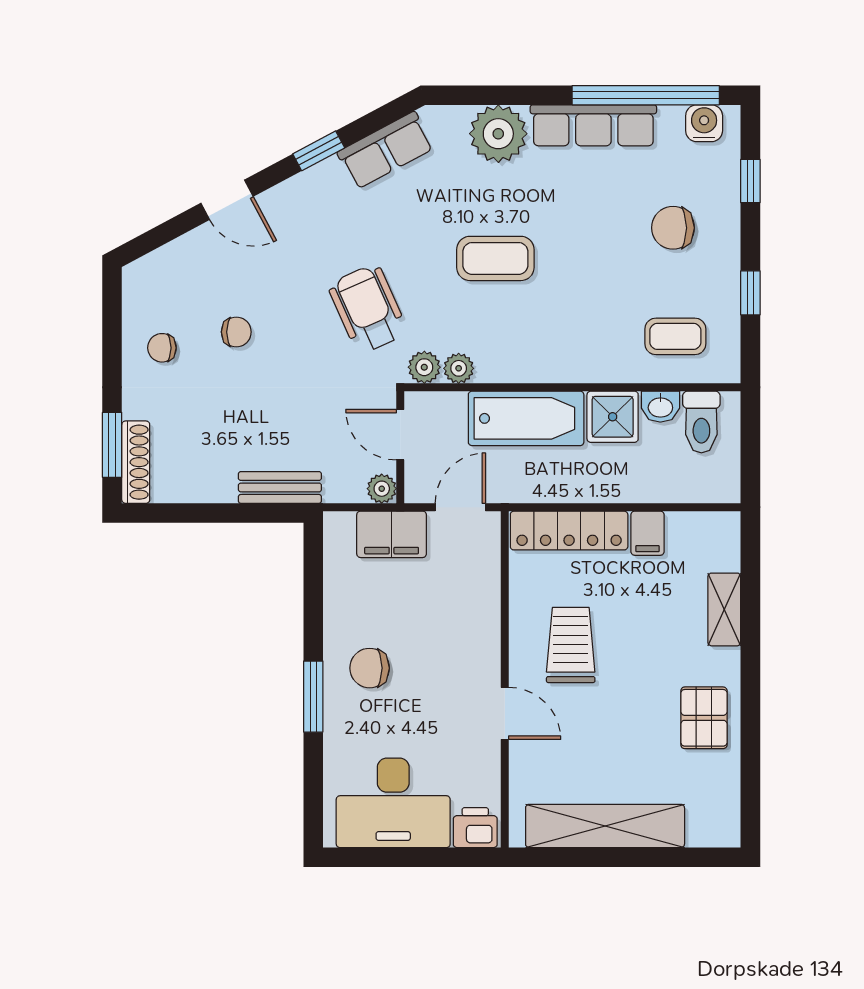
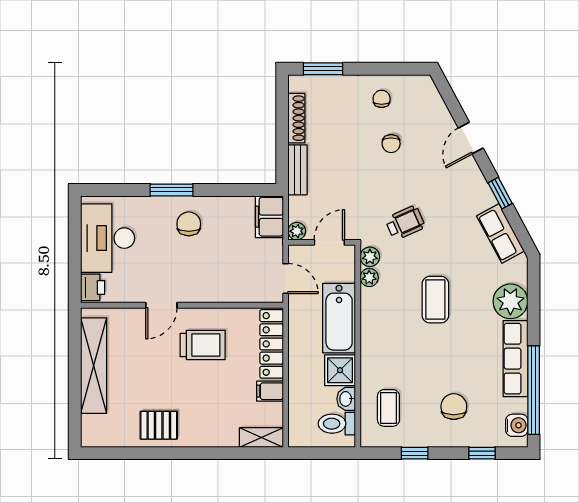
wheelchair: (368, 309) -> (405, 223), width x0.73, depth x0.73
shoe rack: (136, 462) -> (296, 118), moved, turned -90
filing cabinet: (392, 534) -> (269, 217), moved
shelving: (724, 609) -> (261, 437), moved

